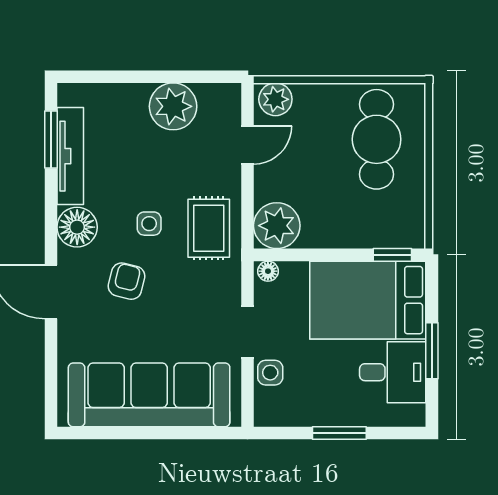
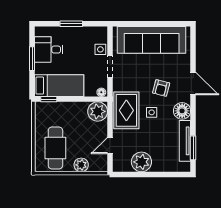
plant: (275, 99) -> (81, 165), moved
rug: (209, 228) -> (126, 110), width x1.36, depth x1.43
bed: (368, 300) -> (59, 86), width x0.67

